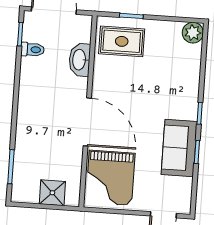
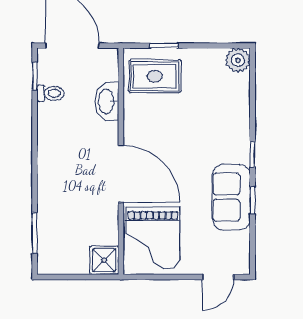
shower: (52, 193) -> (104, 260), moved

